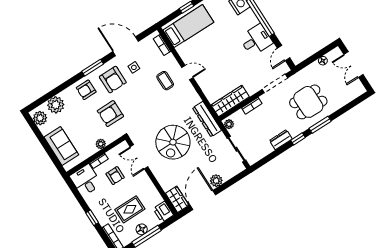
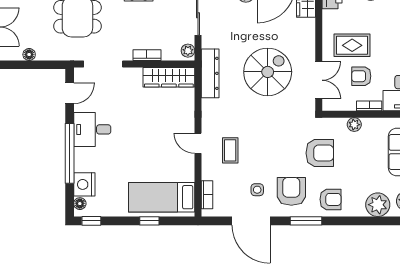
armchair: (115, 176) -> (361, 76), turned -90
rug: (130, 209) -> (352, 45), moved

